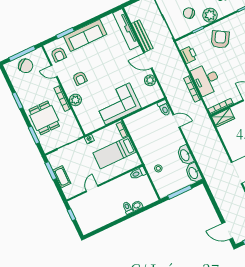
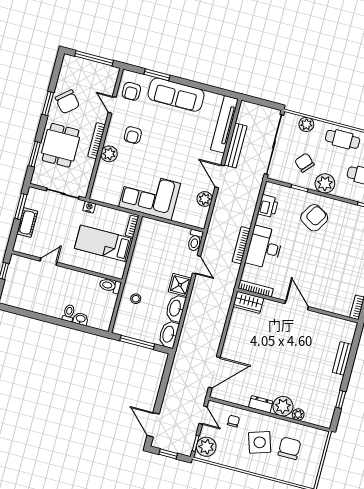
chair: (26, 66) -> (67, 102), moved
shower: (177, 140) -> (180, 285), added

